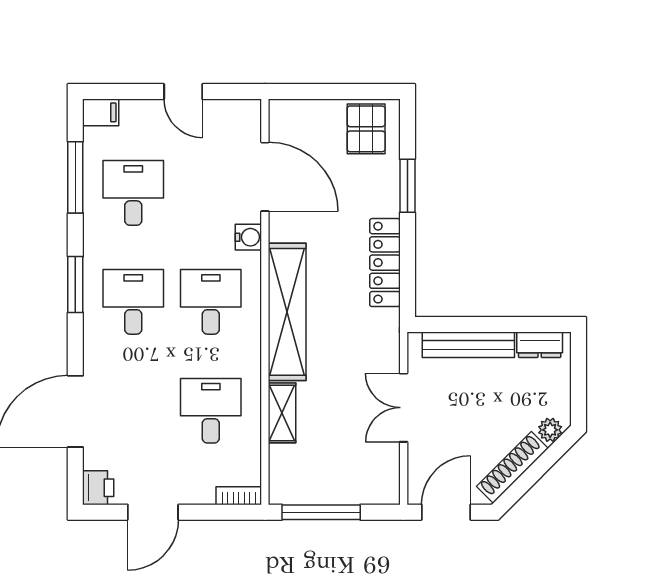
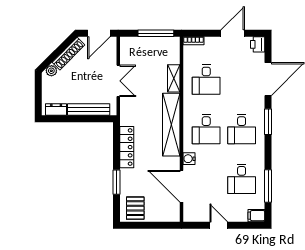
window: (75, 284) -> (268, 122), moved

